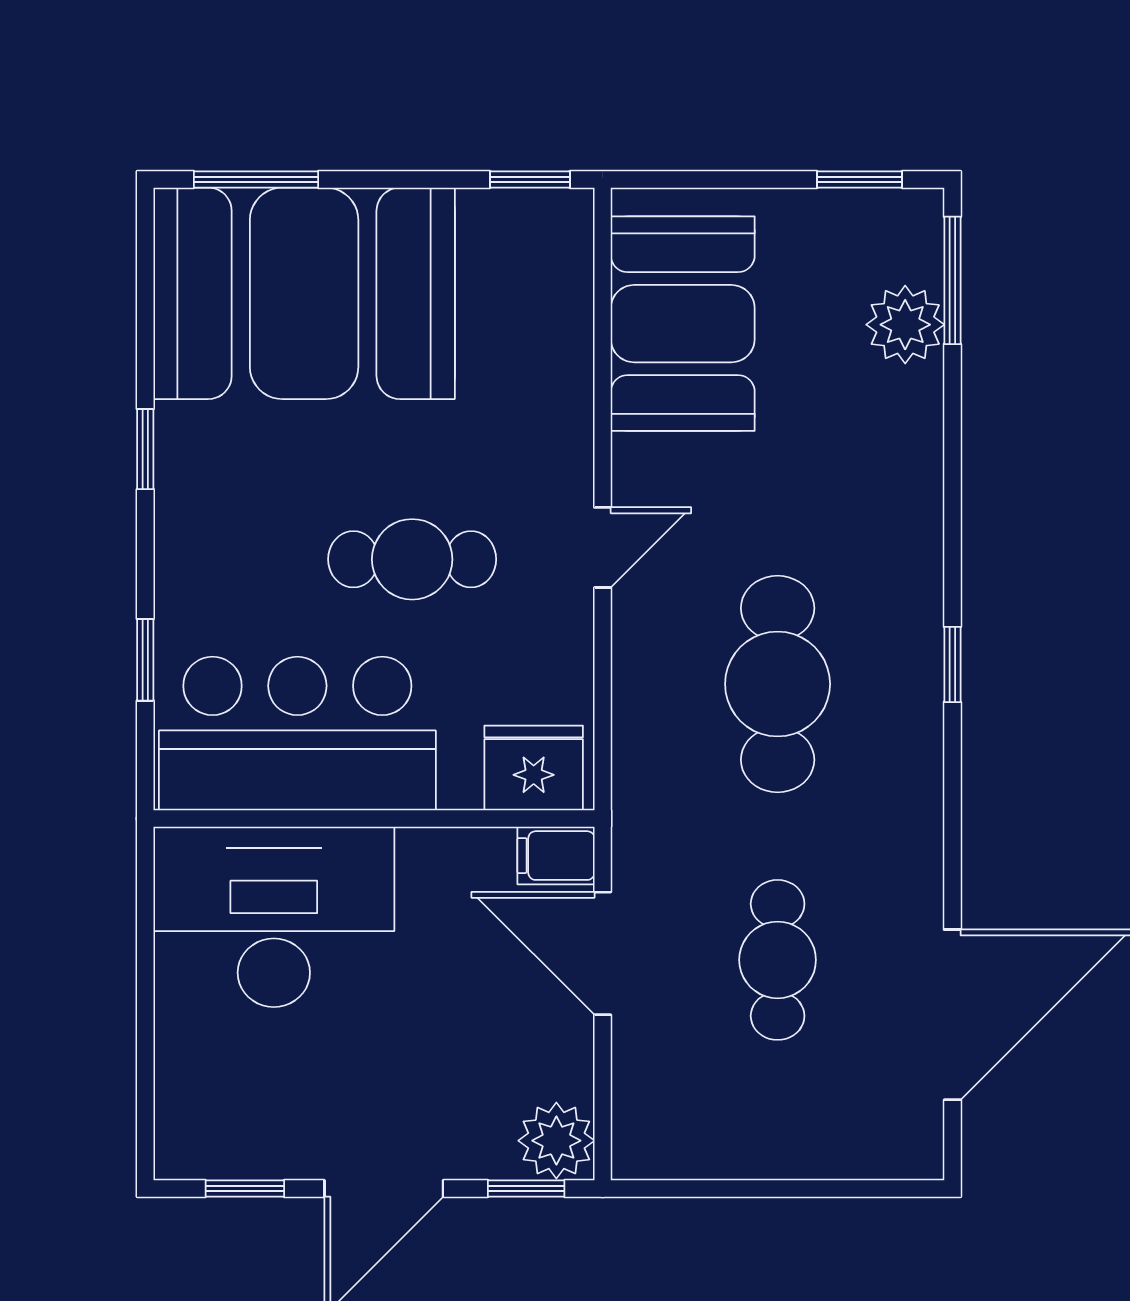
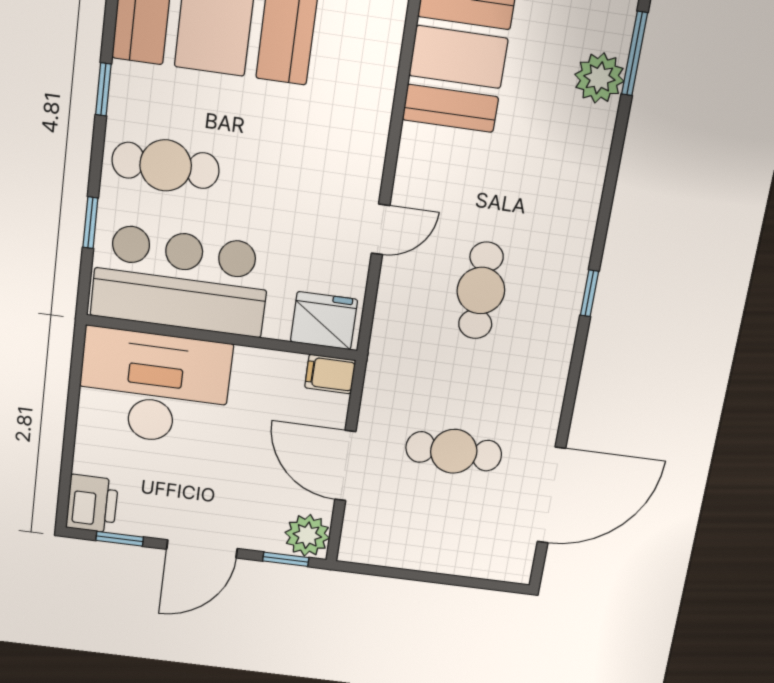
door: (603, 547) -> (381, 229), moved
cafe table: (412, 559) -> (166, 165), moved
cafe table: (778, 684) -> (481, 291), width x0.73, depth x0.74
door: (603, 953) -> (345, 466), moved
cafe table: (778, 960) -> (454, 451), turned 90
printer: (193, 1132) -> (92, 504), added

